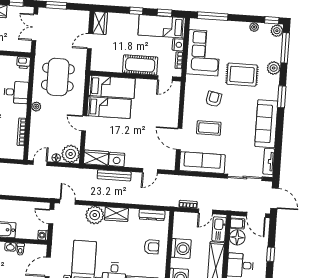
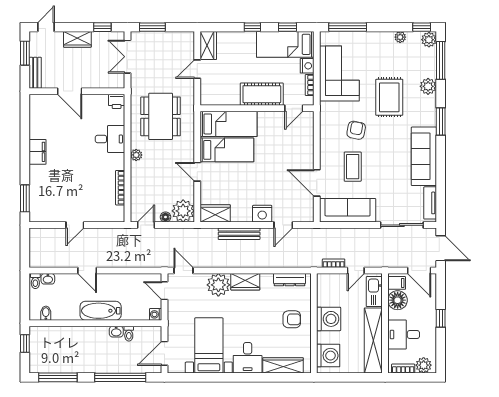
rug: (242, 75) -> (389, 97), turned 90
coffee table: (209, 128) -> (353, 167), turned 90
nightstand: (117, 159) -> (262, 214), moved

